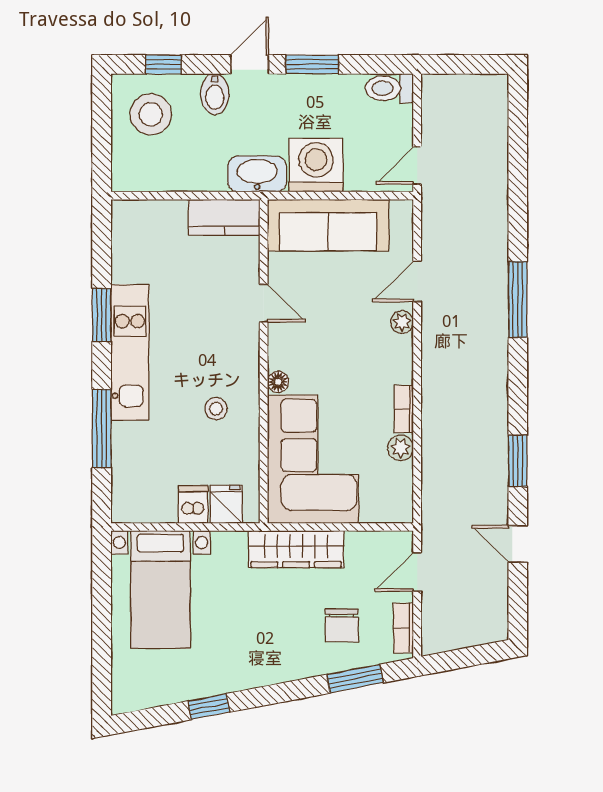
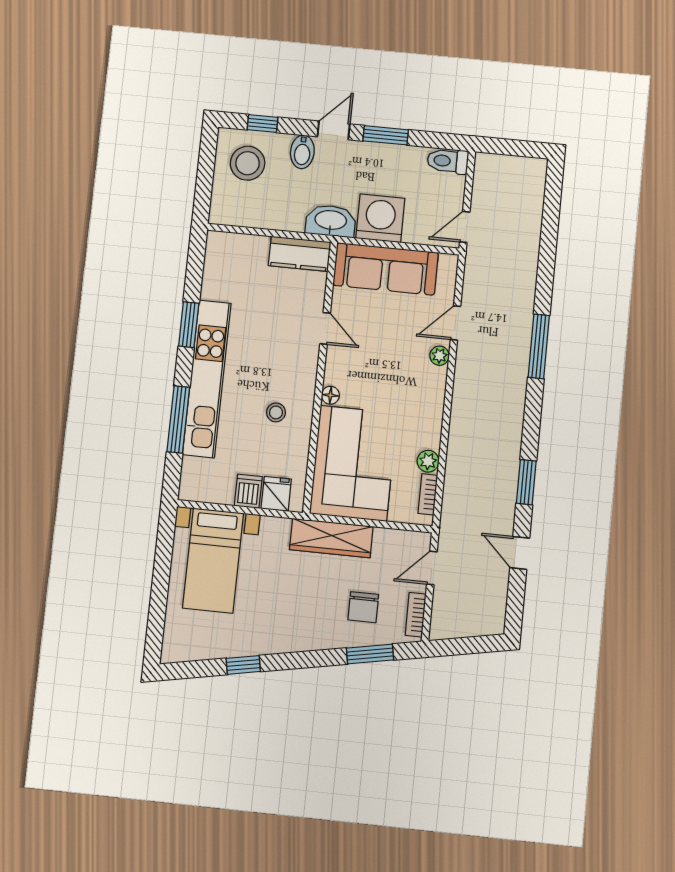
kitchen unit: (130, 352) -> (207, 379), width x1.36
bookcase: (404, 409) -> (428, 494), moved

